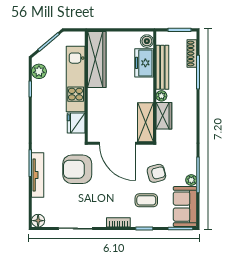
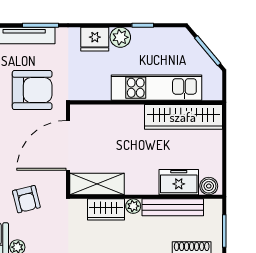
plant: (39, 71) -> (120, 37), moved
fridge: (76, 123) -> (95, 39), moved, turned 180
armchair: (77, 169) -> (32, 90), turned 90

